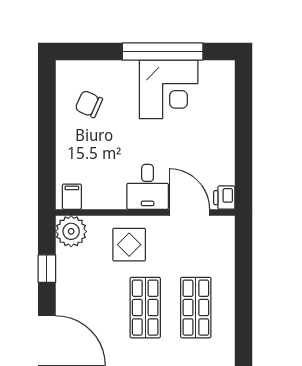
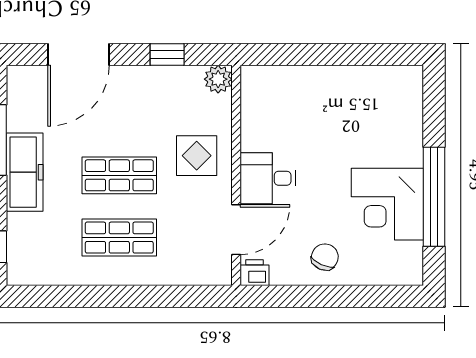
chair: (89, 104) -> (325, 257), moved
filing cabinet: (72, 197) -> (256, 85), removed
plant: (71, 231) -> (218, 79), width x0.73, depth x0.73

